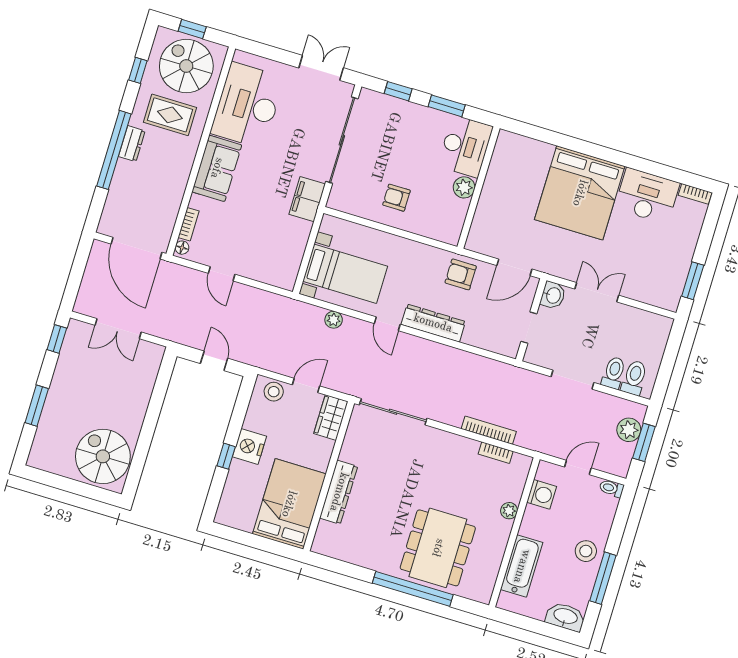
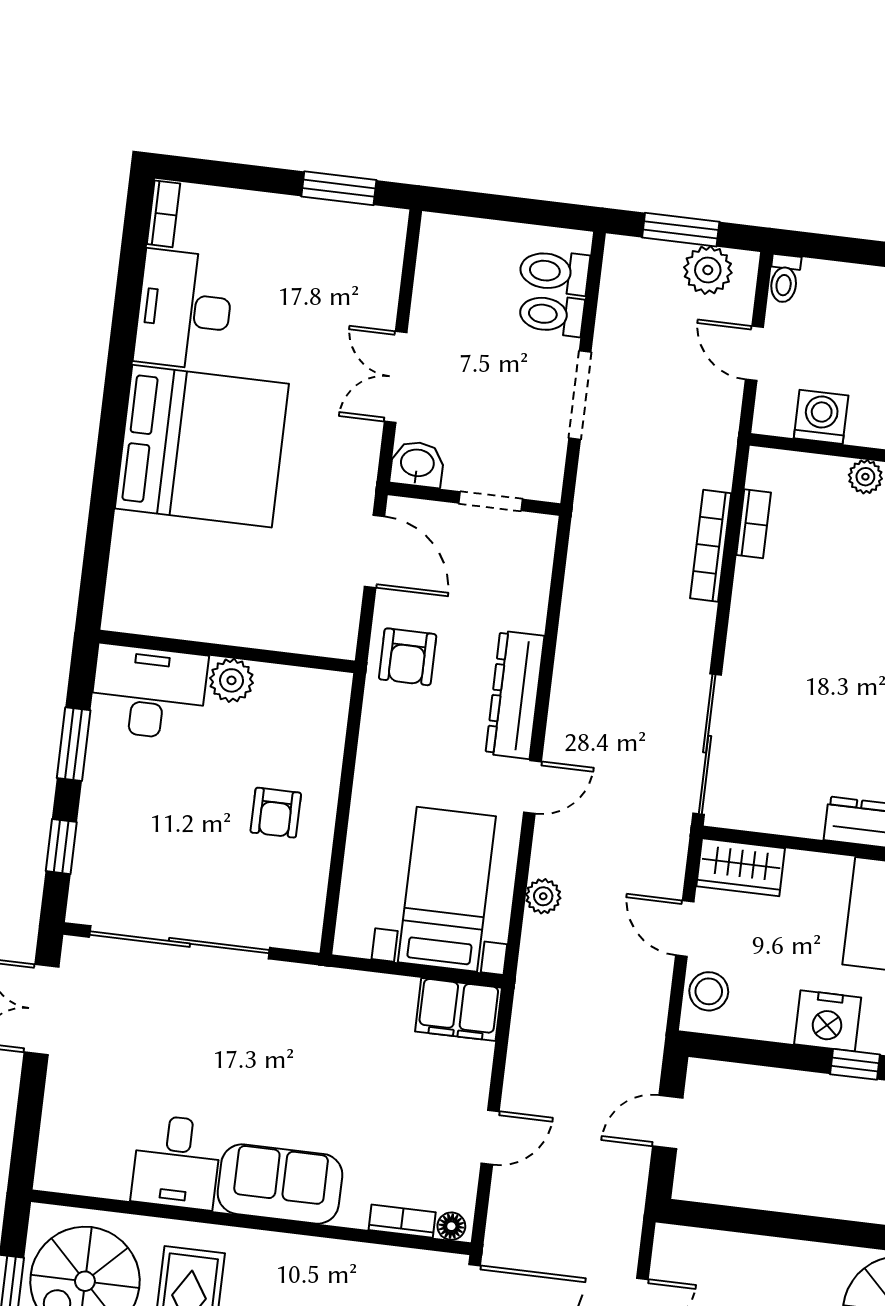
desk: (247, 105) -> (176, 1162), width x0.53, depth x0.77
filing cabinet: (307, 199) -> (458, 1010), moved
plant: (629, 430) -> (708, 270), moved

